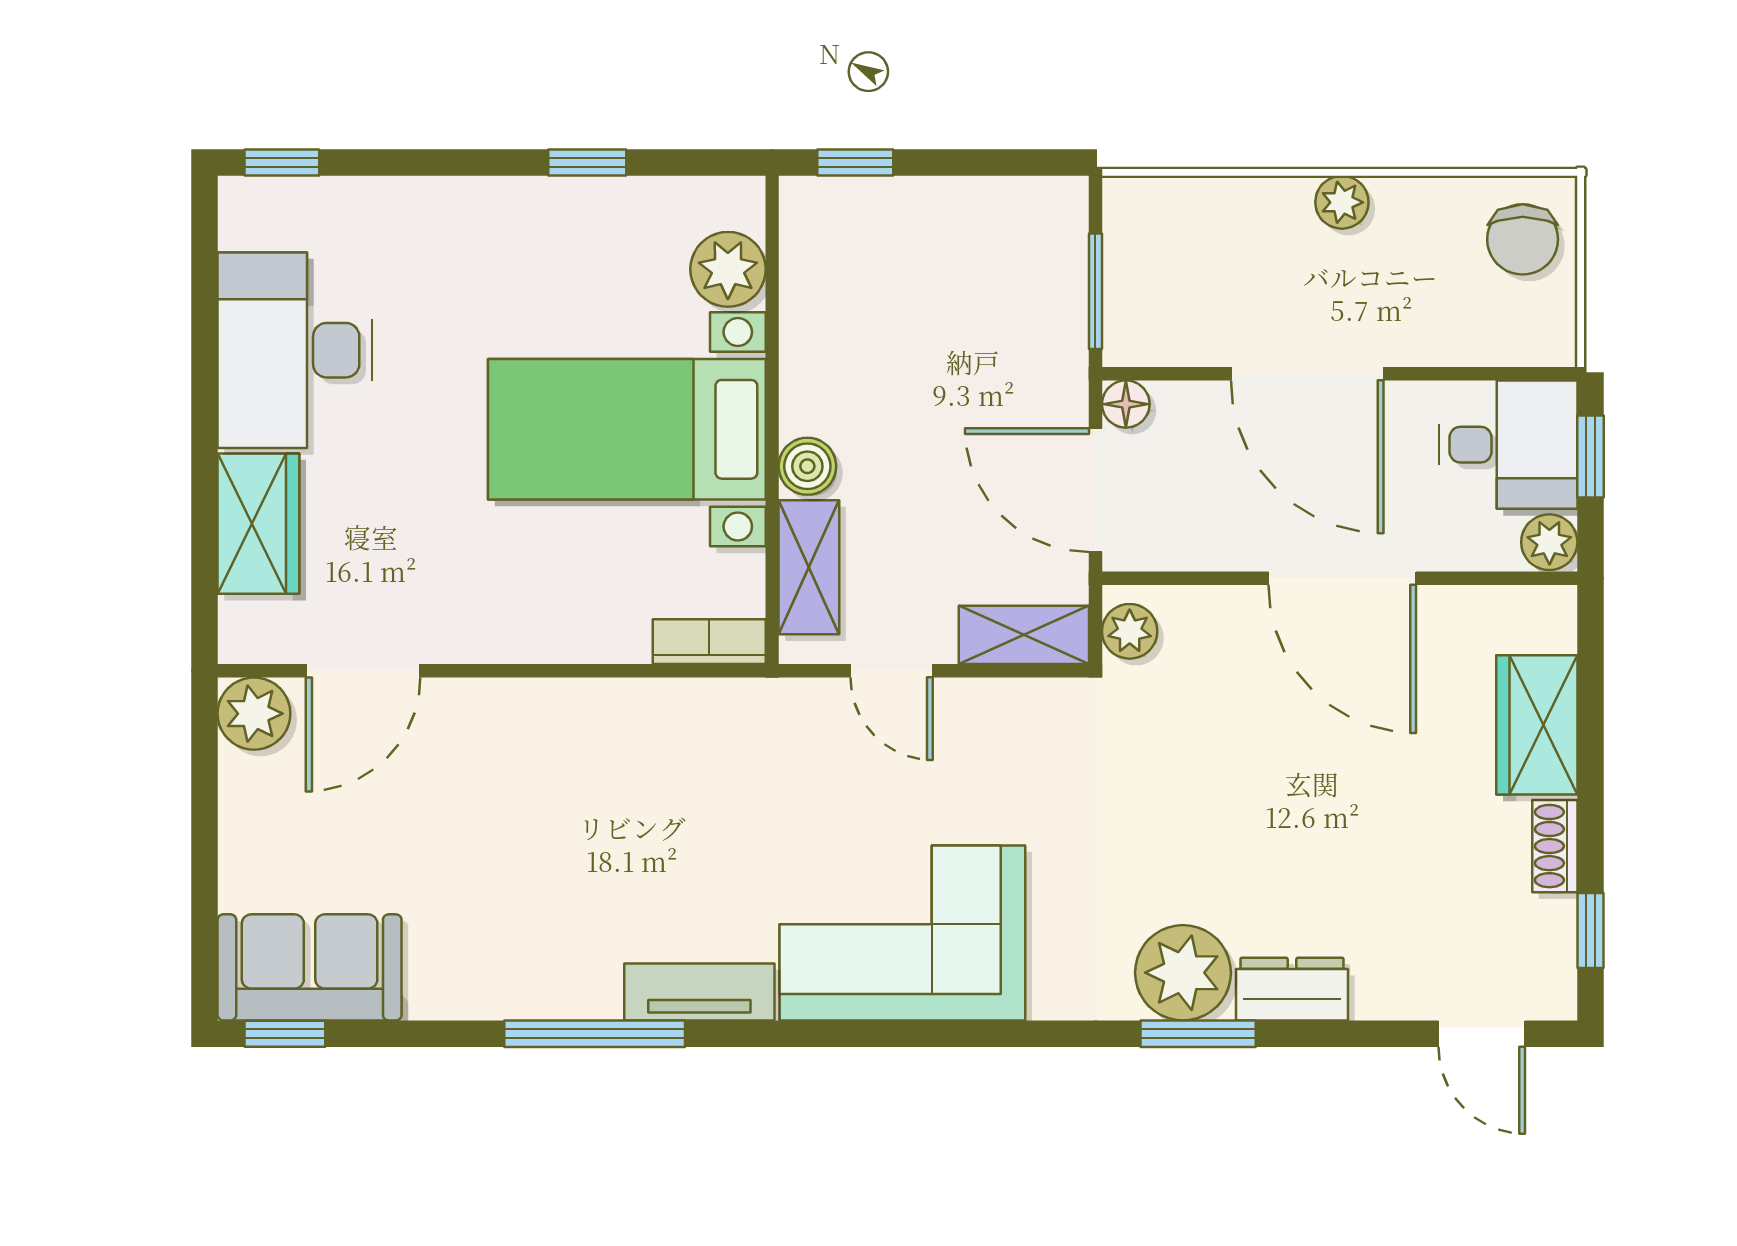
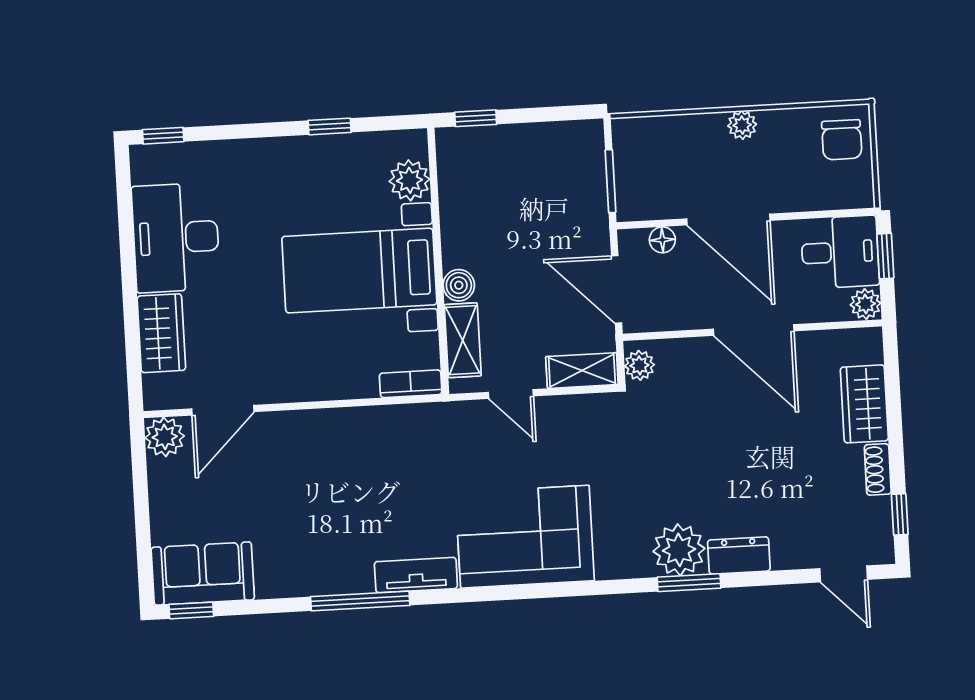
floor lamp: (1126, 404) -> (662, 240), moved

